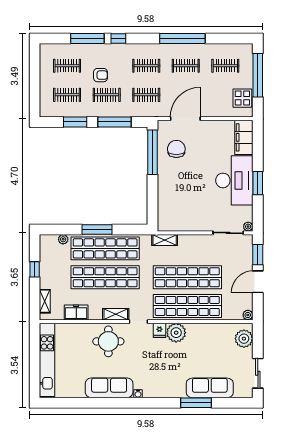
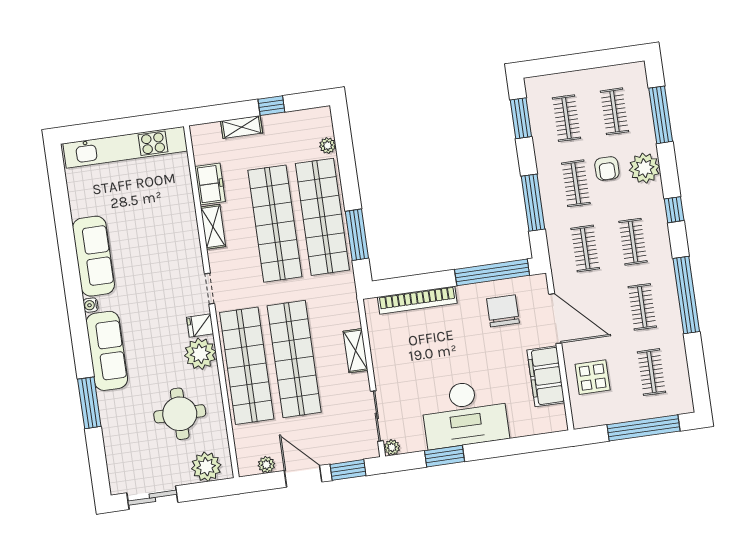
window: (87, 39) -> (661, 115), moved
window: (118, 39) -> (674, 210), moved
plant: (103, 53) -> (644, 168), added
display table: (242, 98) -> (593, 377), moved
window: (75, 122) -> (521, 118), moved
filing cabinet: (244, 137) -> (546, 376), moved, turned -90
chair: (176, 149) -> (503, 311), turned -90
window: (258, 183) -> (444, 456), moved
bookcase: (163, 199) -> (417, 300), added
window: (97, 229) -> (357, 235), moved
shelving: (165, 240) -> (356, 351), moved
shelving: (45, 301) -> (242, 127), moved
shelving: (116, 314) -> (213, 227), moved
plant: (248, 315) -> (266, 465), moved
round table: (108, 341) -> (180, 414), moved
sofa: (210, 388) -> (107, 351), moved

